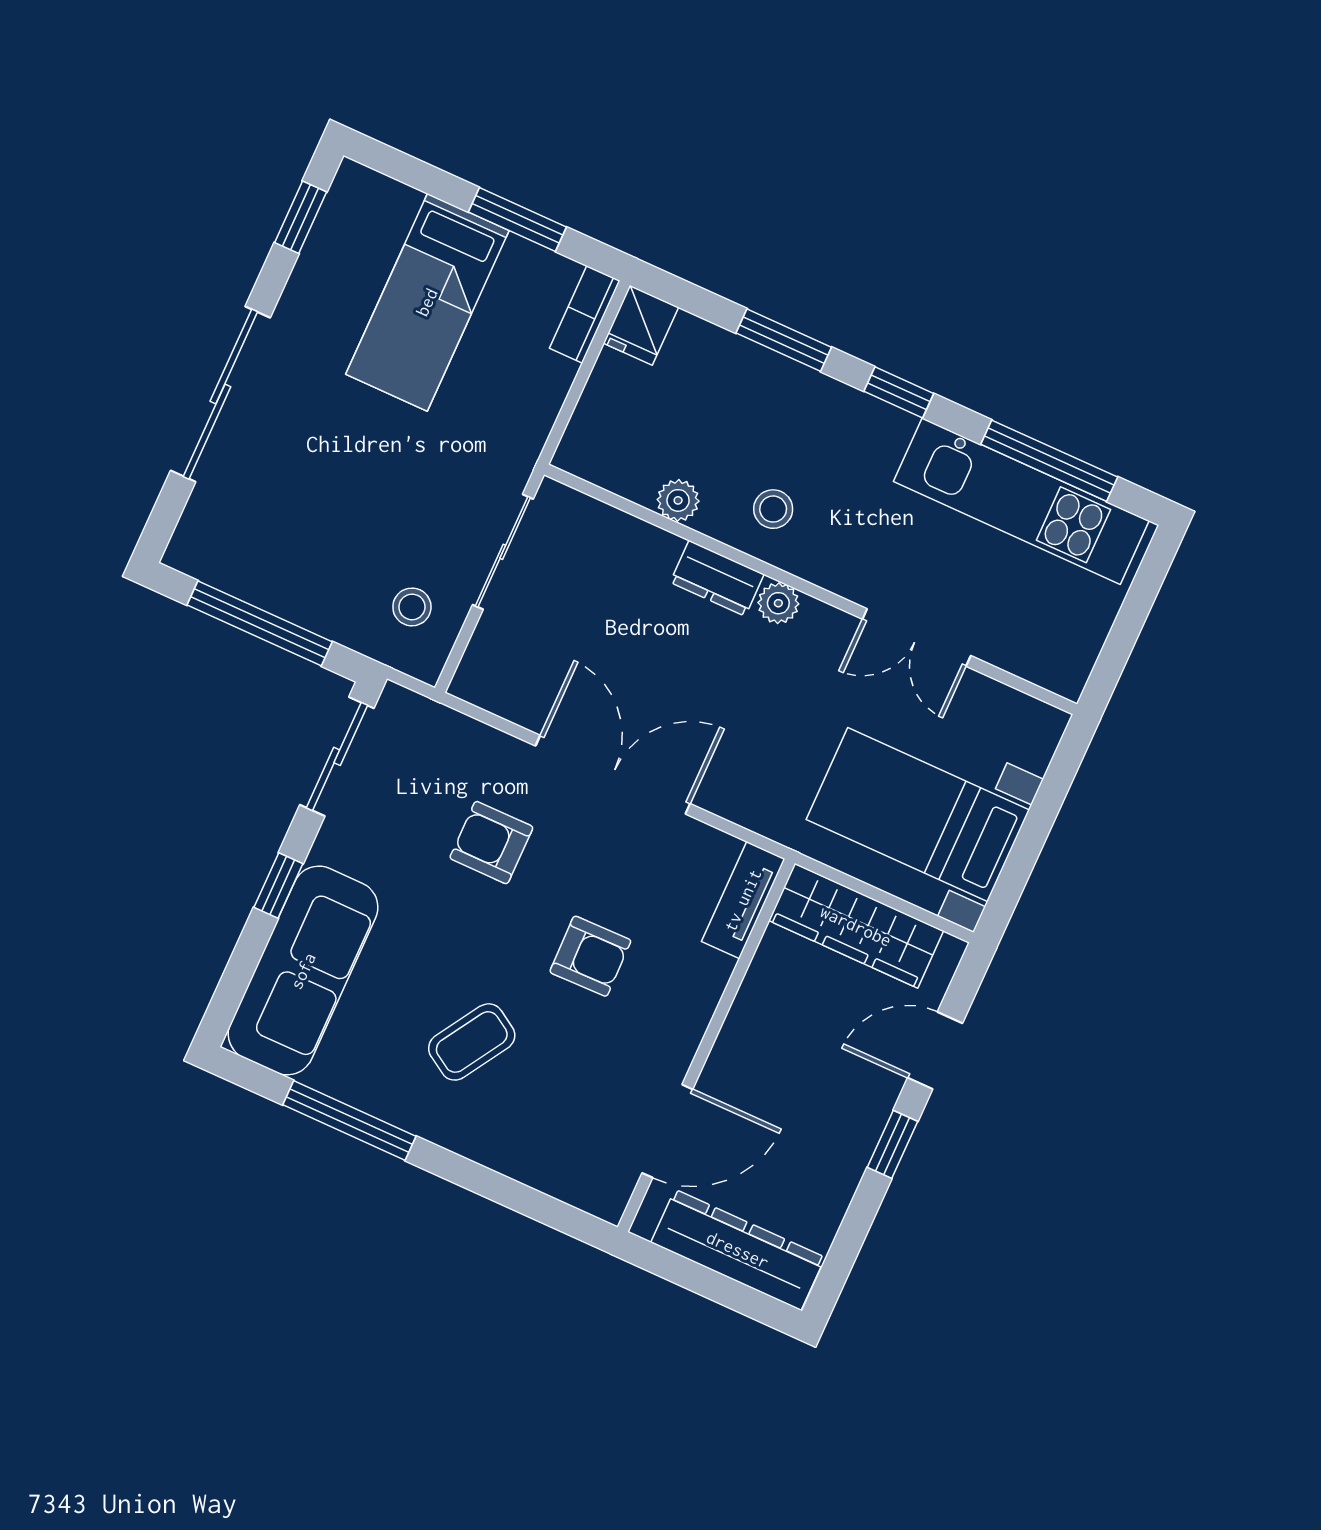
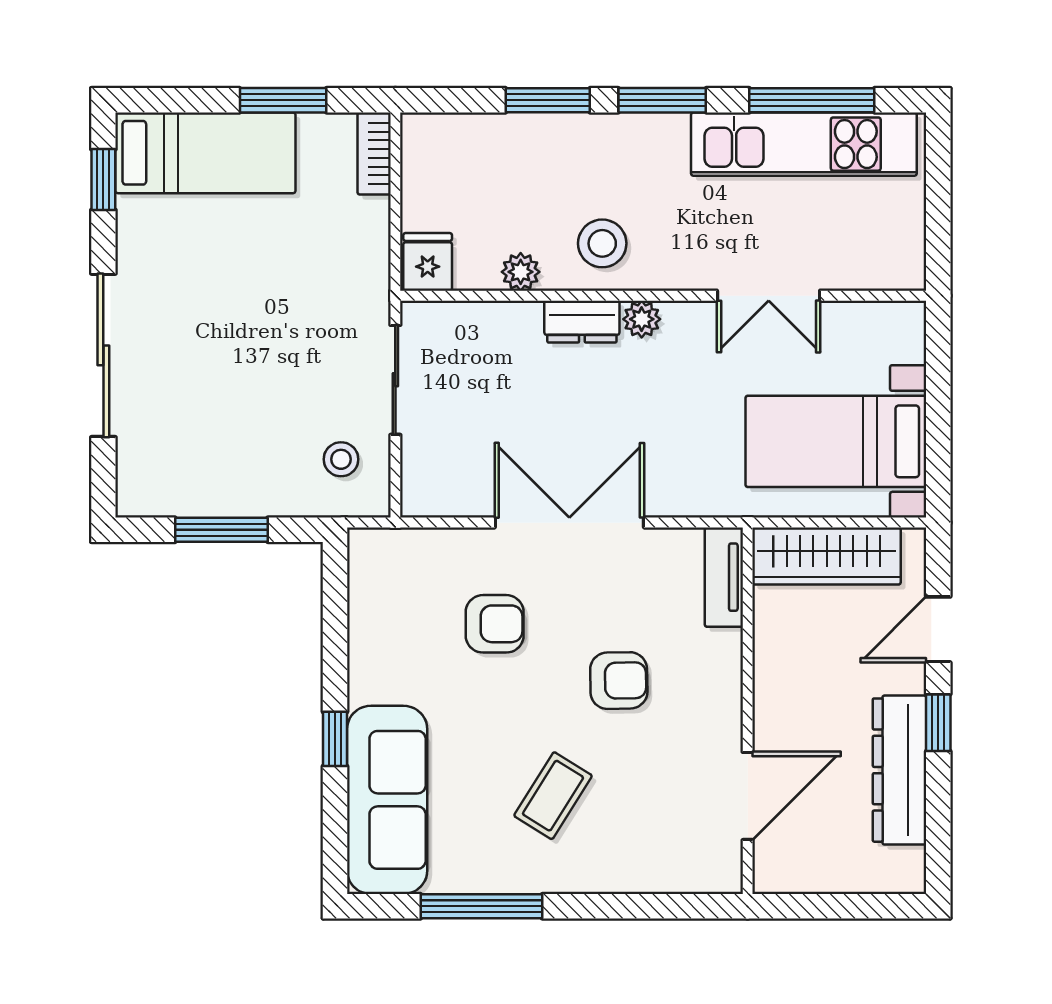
bed: (427, 302) -> (205, 153), moved, turned -90
fridge: (641, 325) -> (428, 262), moved, turned 180
window: (899, 392) -> (662, 100), width x1.50
stool: (773, 509) -> (602, 243), width x1.37, depth x1.37
window: (260, 623) -> (221, 530), width x0.69
sliding door: (337, 756) -> (335, 611), removed
armchair: (491, 843) -> (495, 624), turned 180
dresser: (738, 1250) -> (900, 770), moved, turned -90

